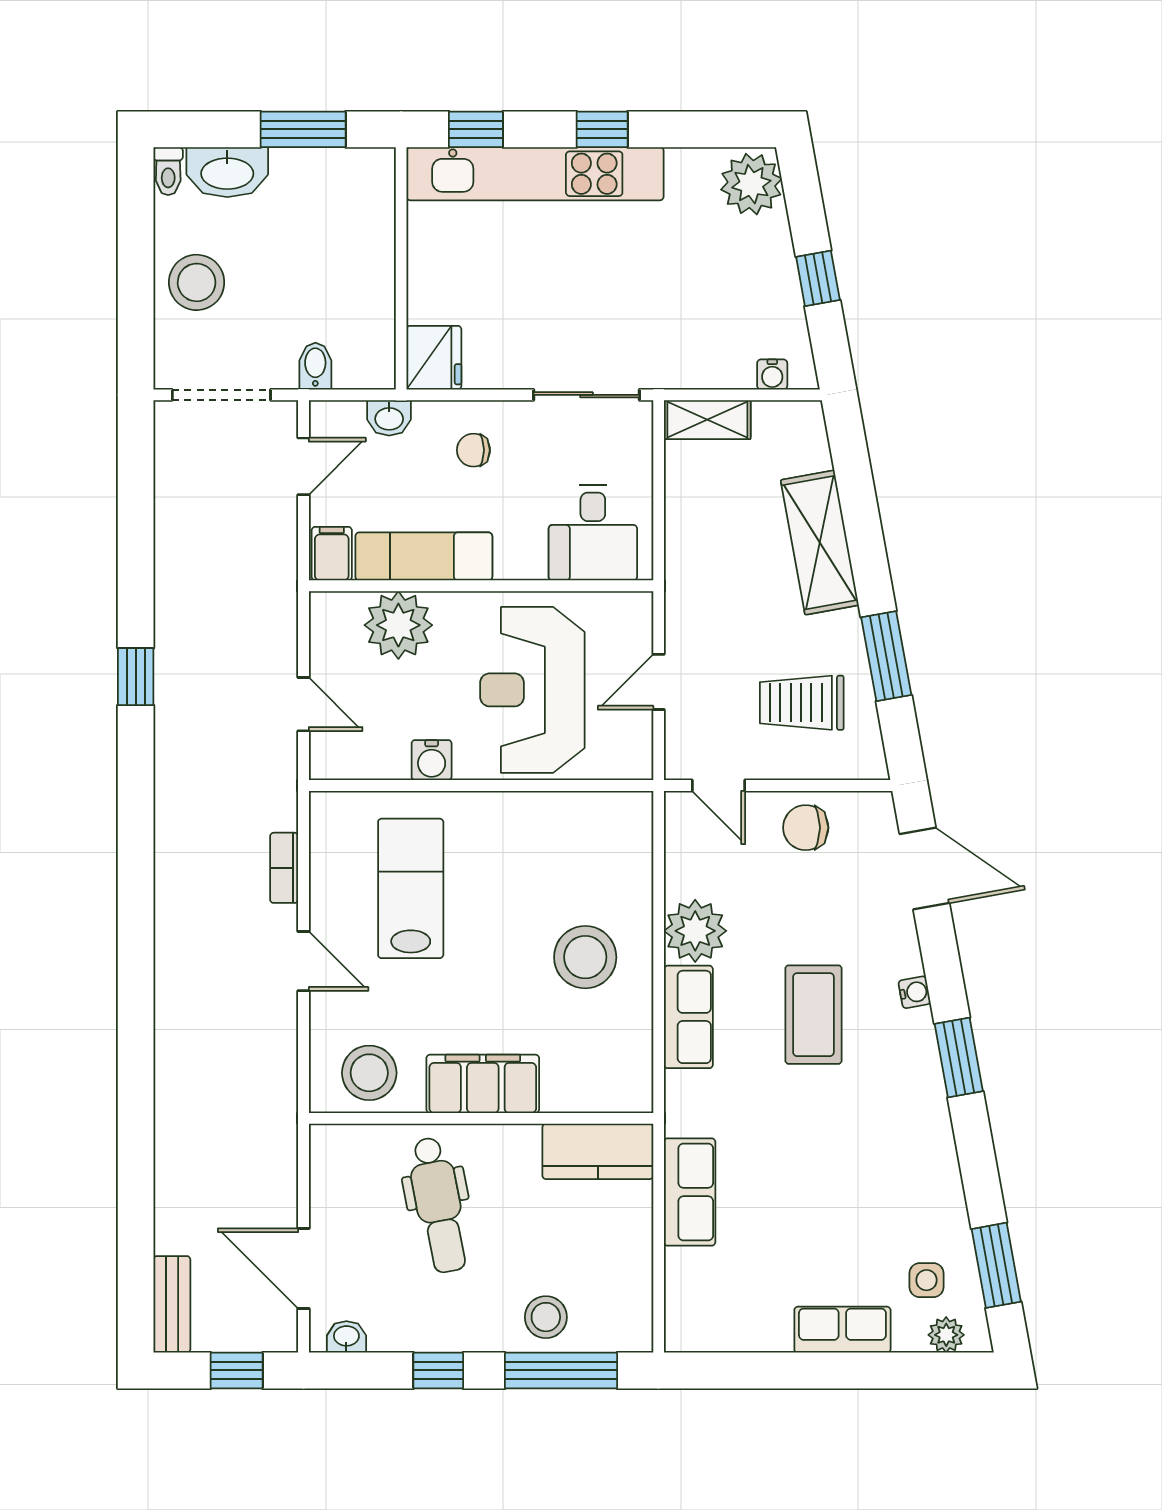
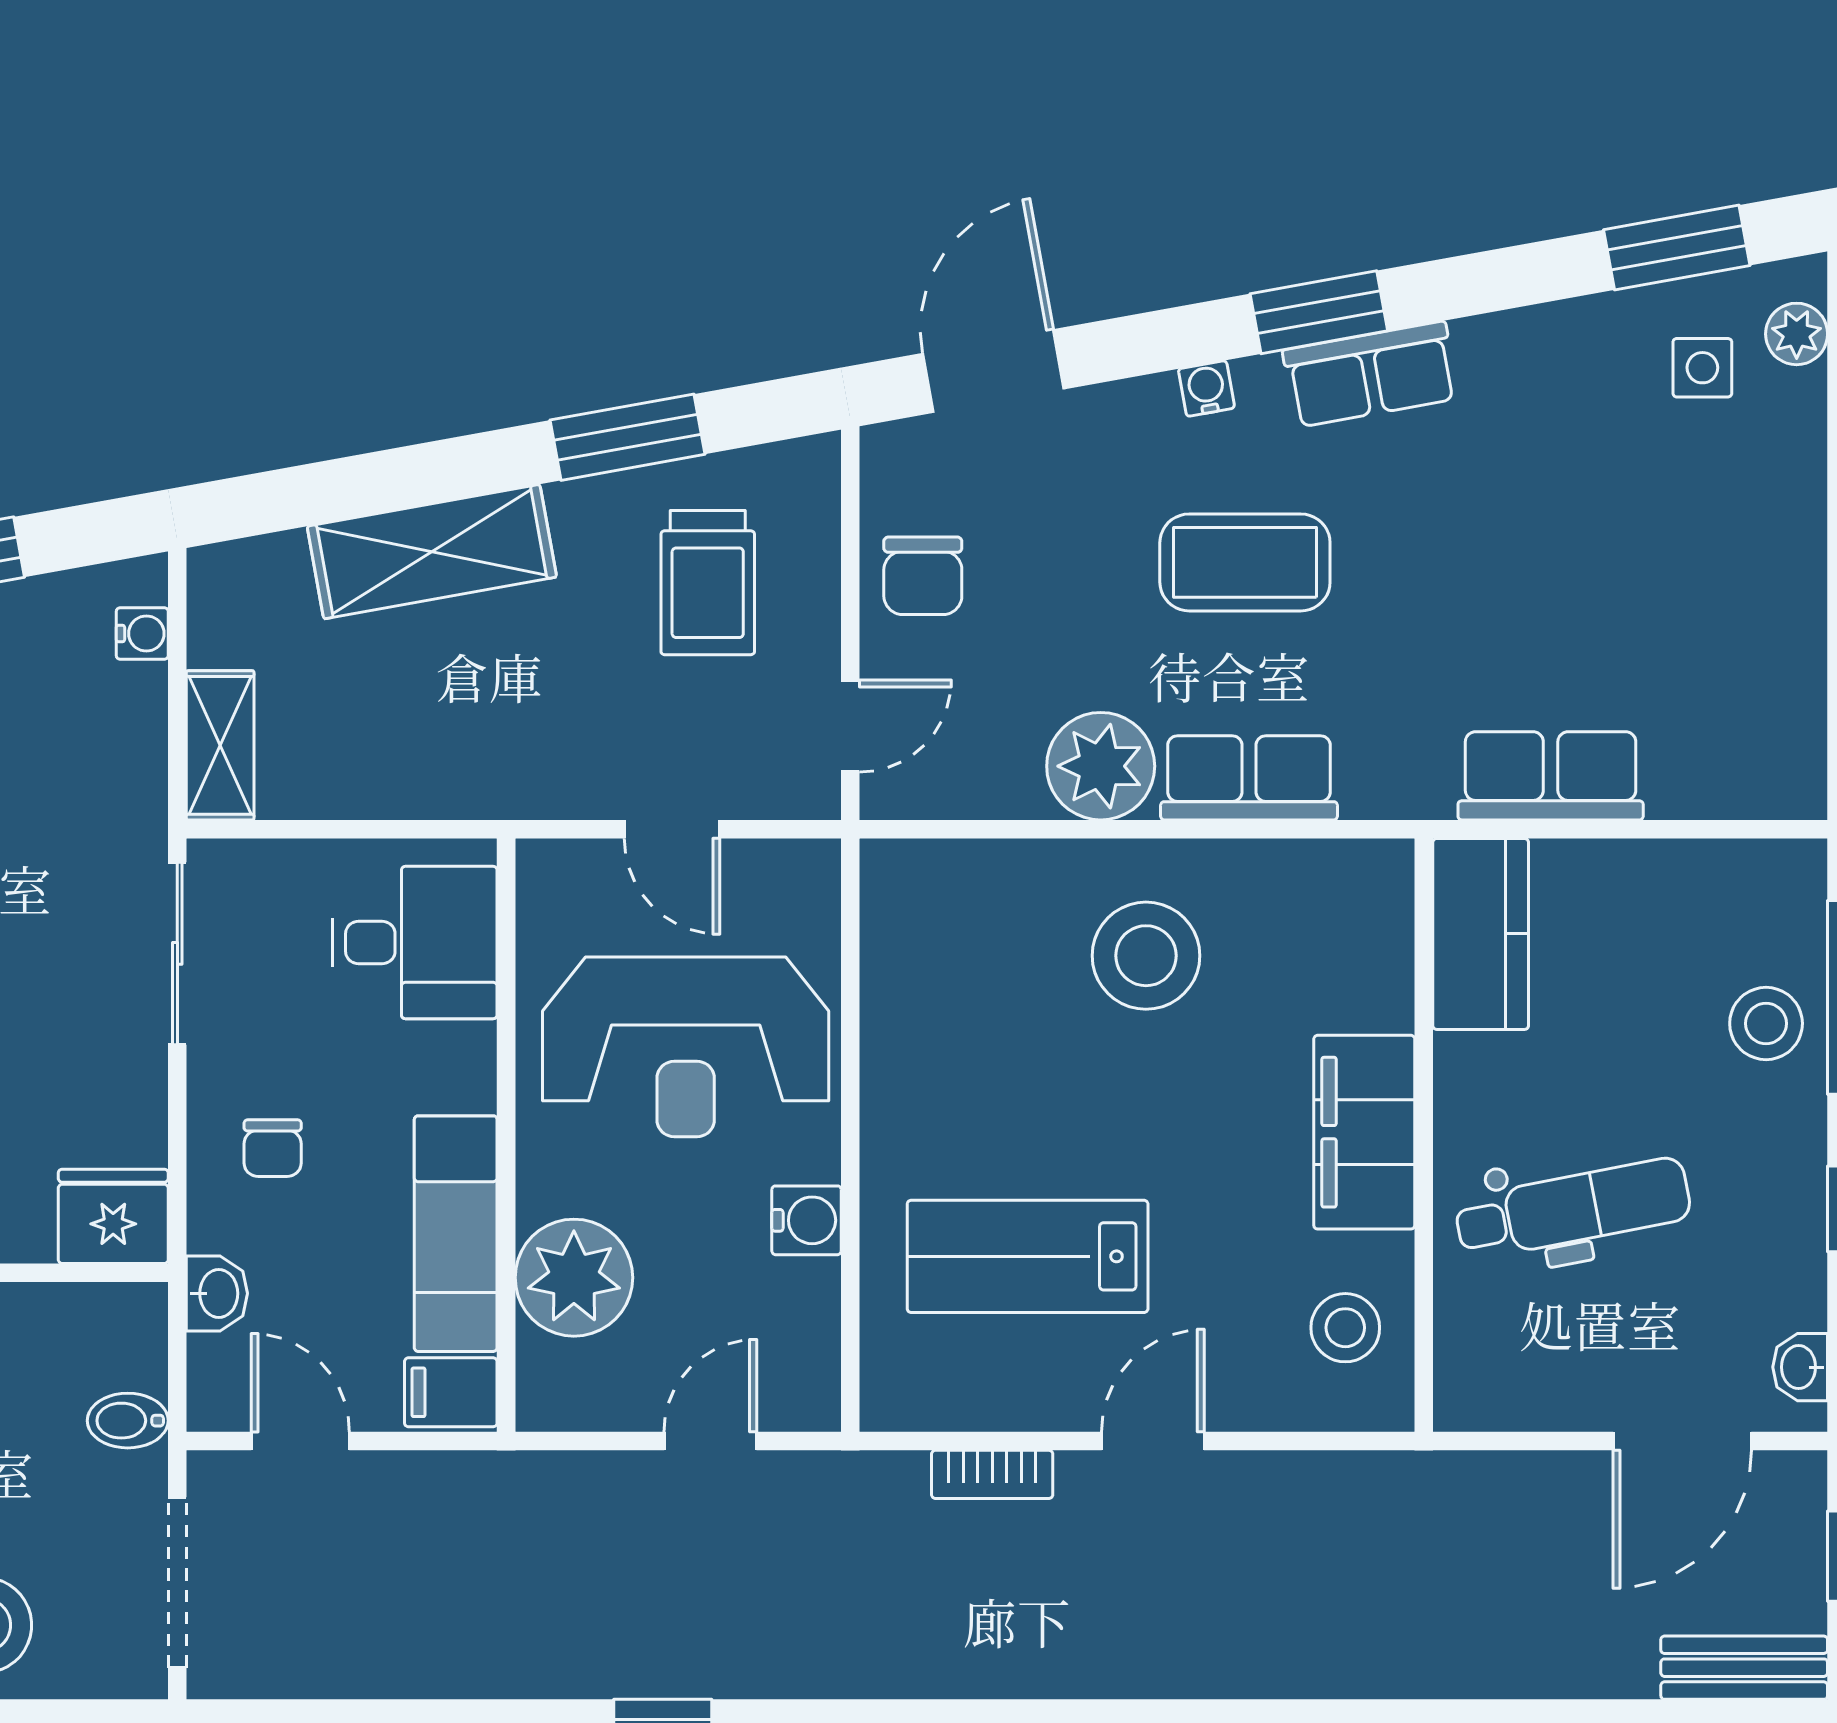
stool: (369, 1073) -> (1345, 1328), width x0.73, depth x0.73
row of seats: (842, 1330) -> (1371, 374), moved, turned -100

